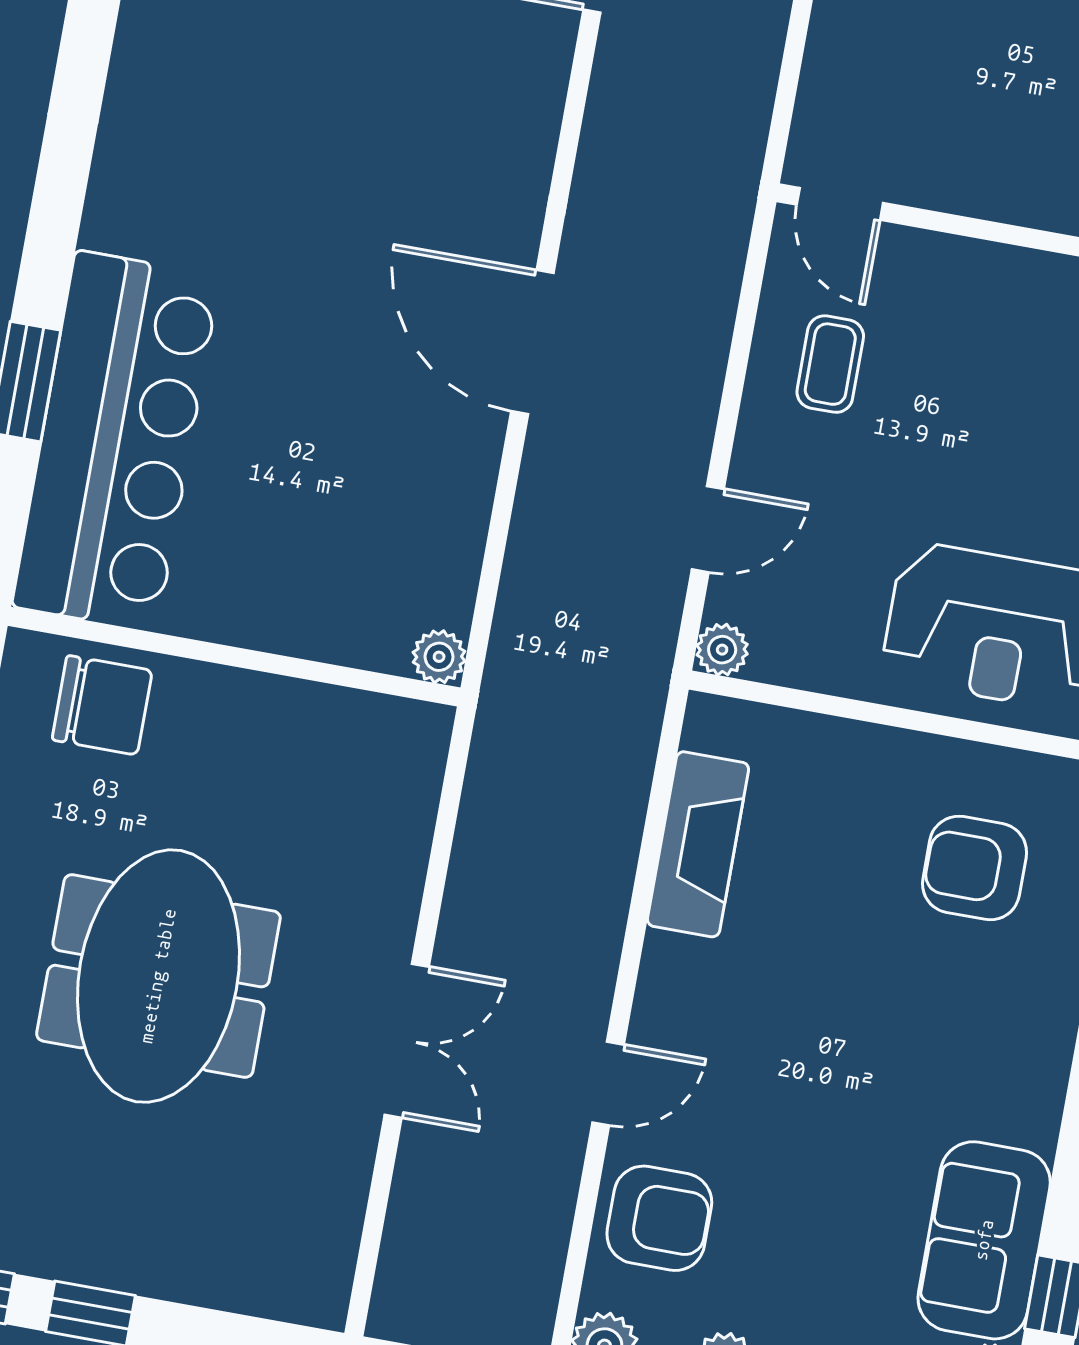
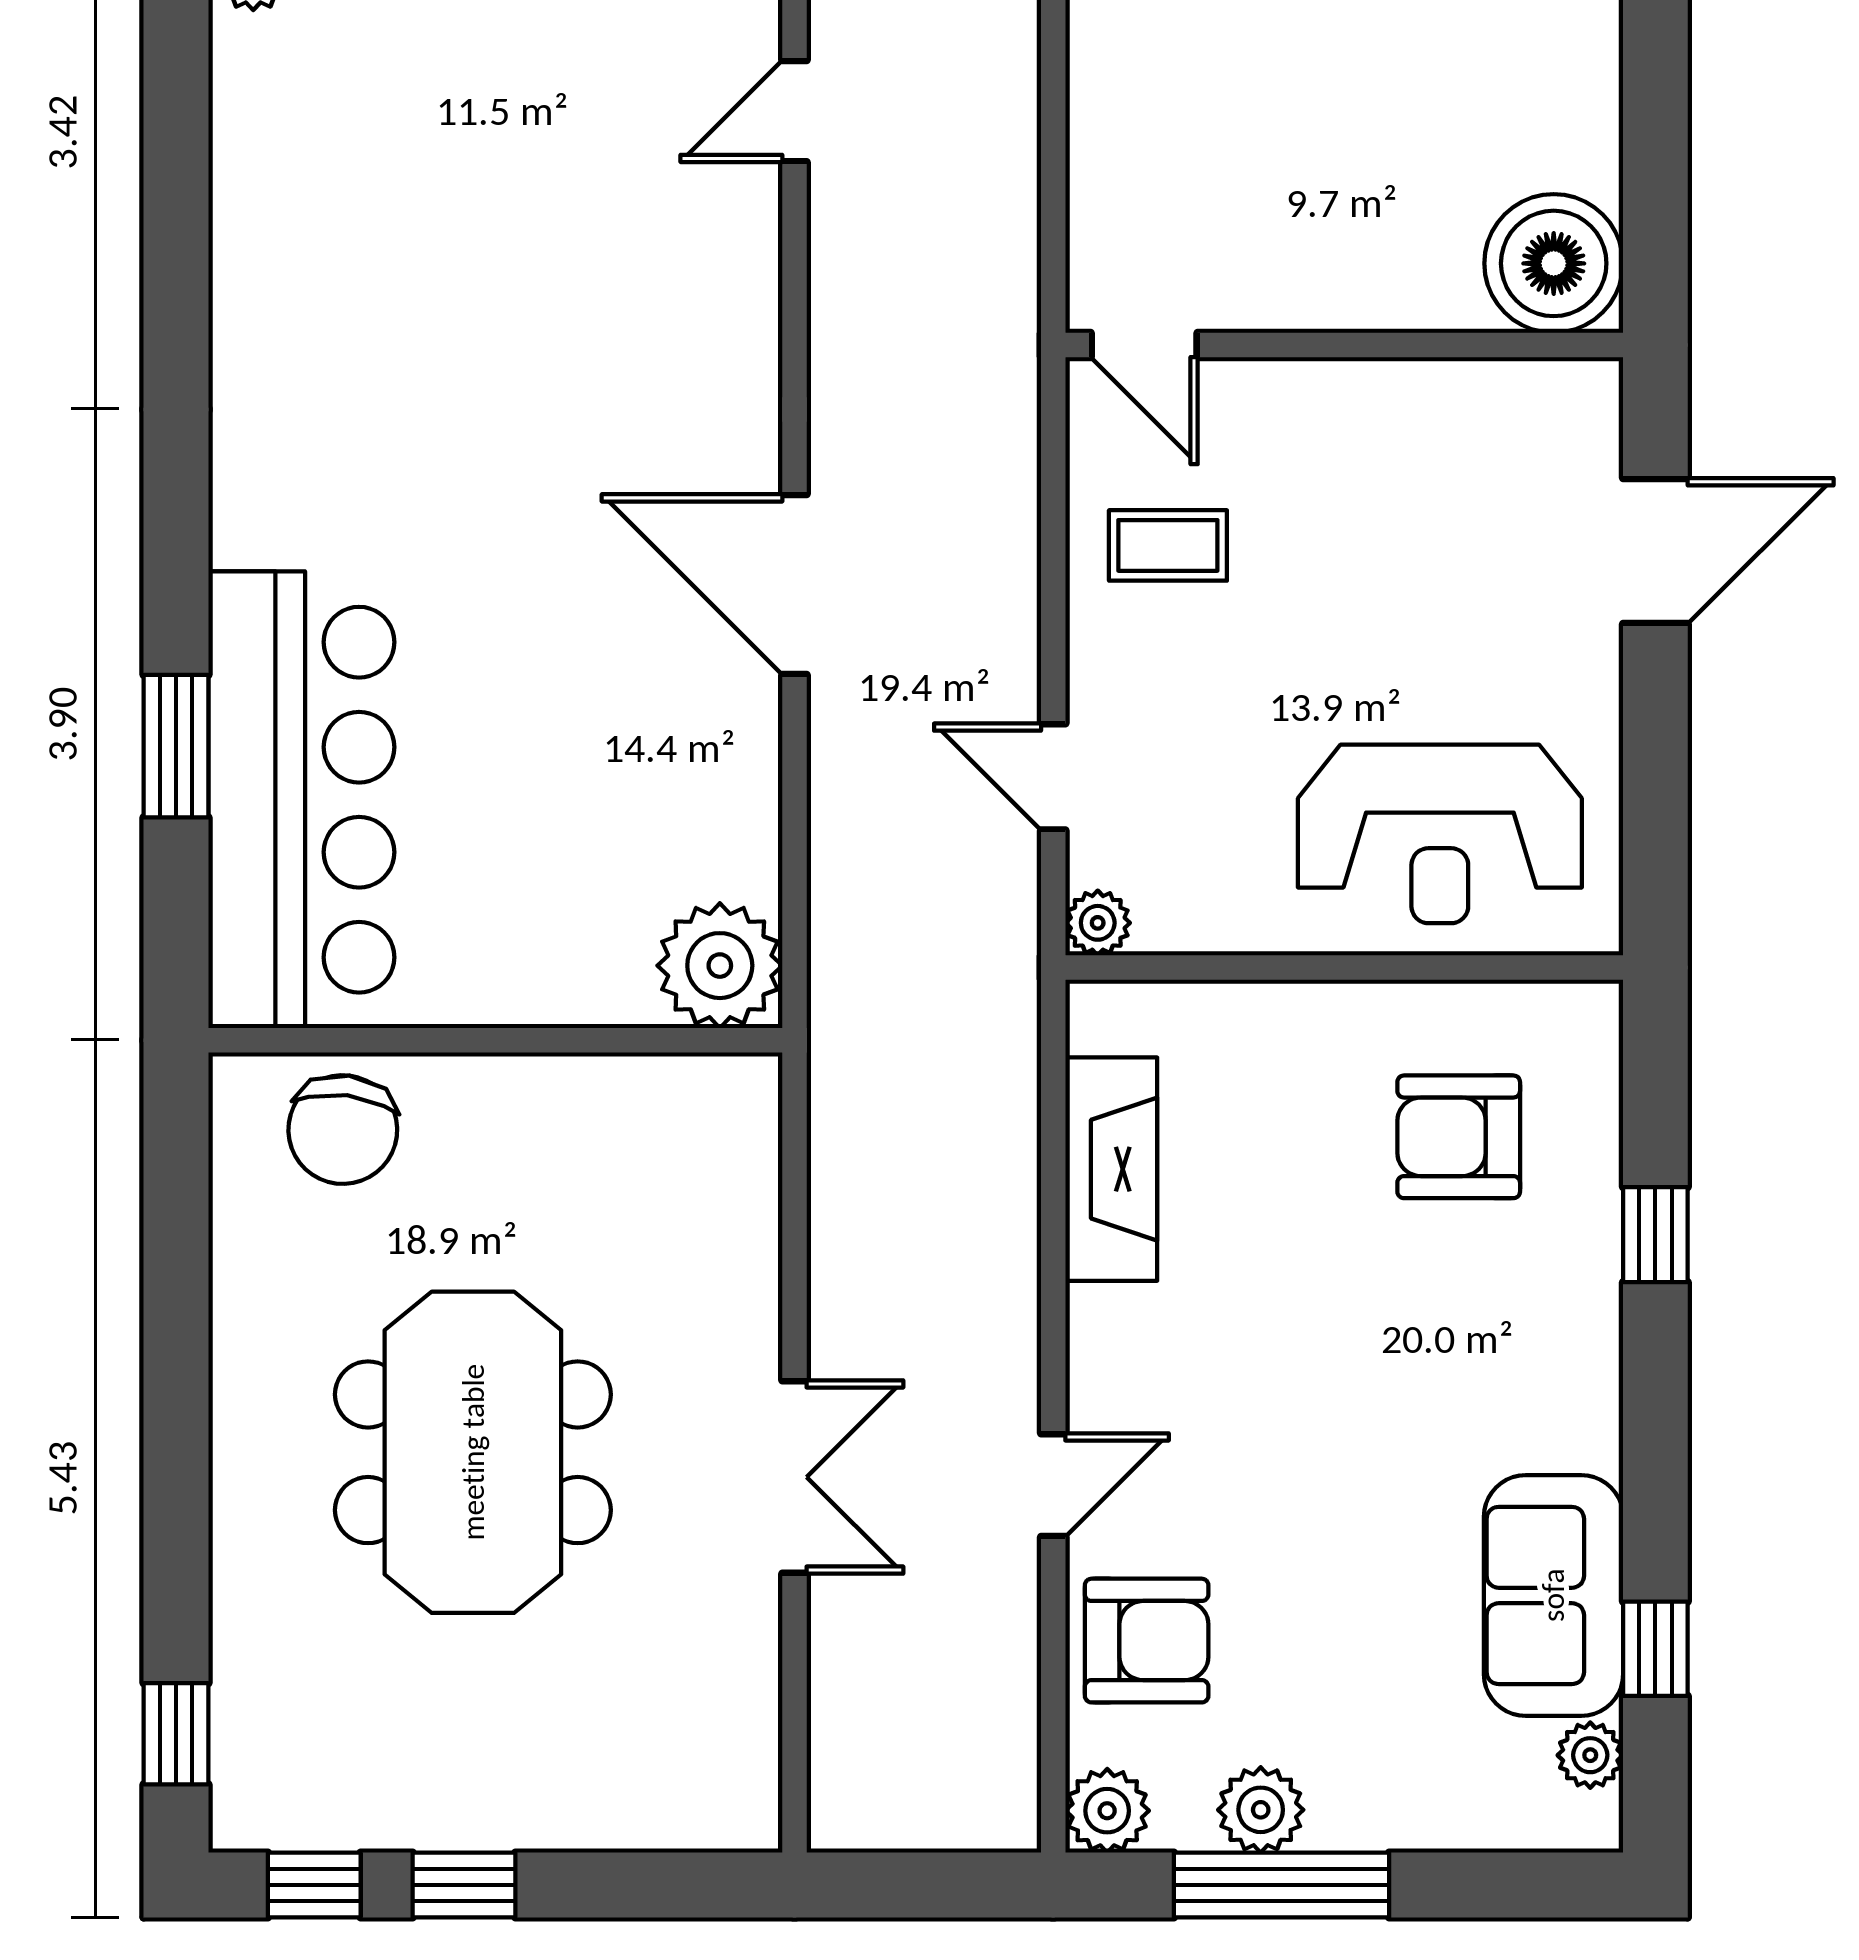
coffee table: (830, 364) -> (1168, 545), turned 90
door: (708, 529) -> (1053, 777), swing flipped
plant: (439, 657) -> (720, 966), width x1.88, depth x1.88
chair: (102, 705) -> (343, 1130), turned 97

